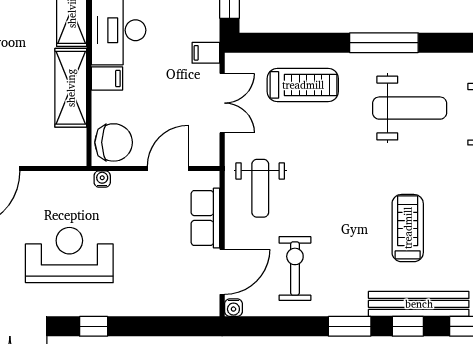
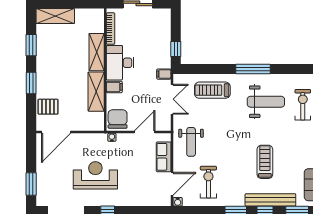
treadmill: (303, 85) -> (212, 90), turned 180
chair: (114, 142) -> (118, 119), turned -90

